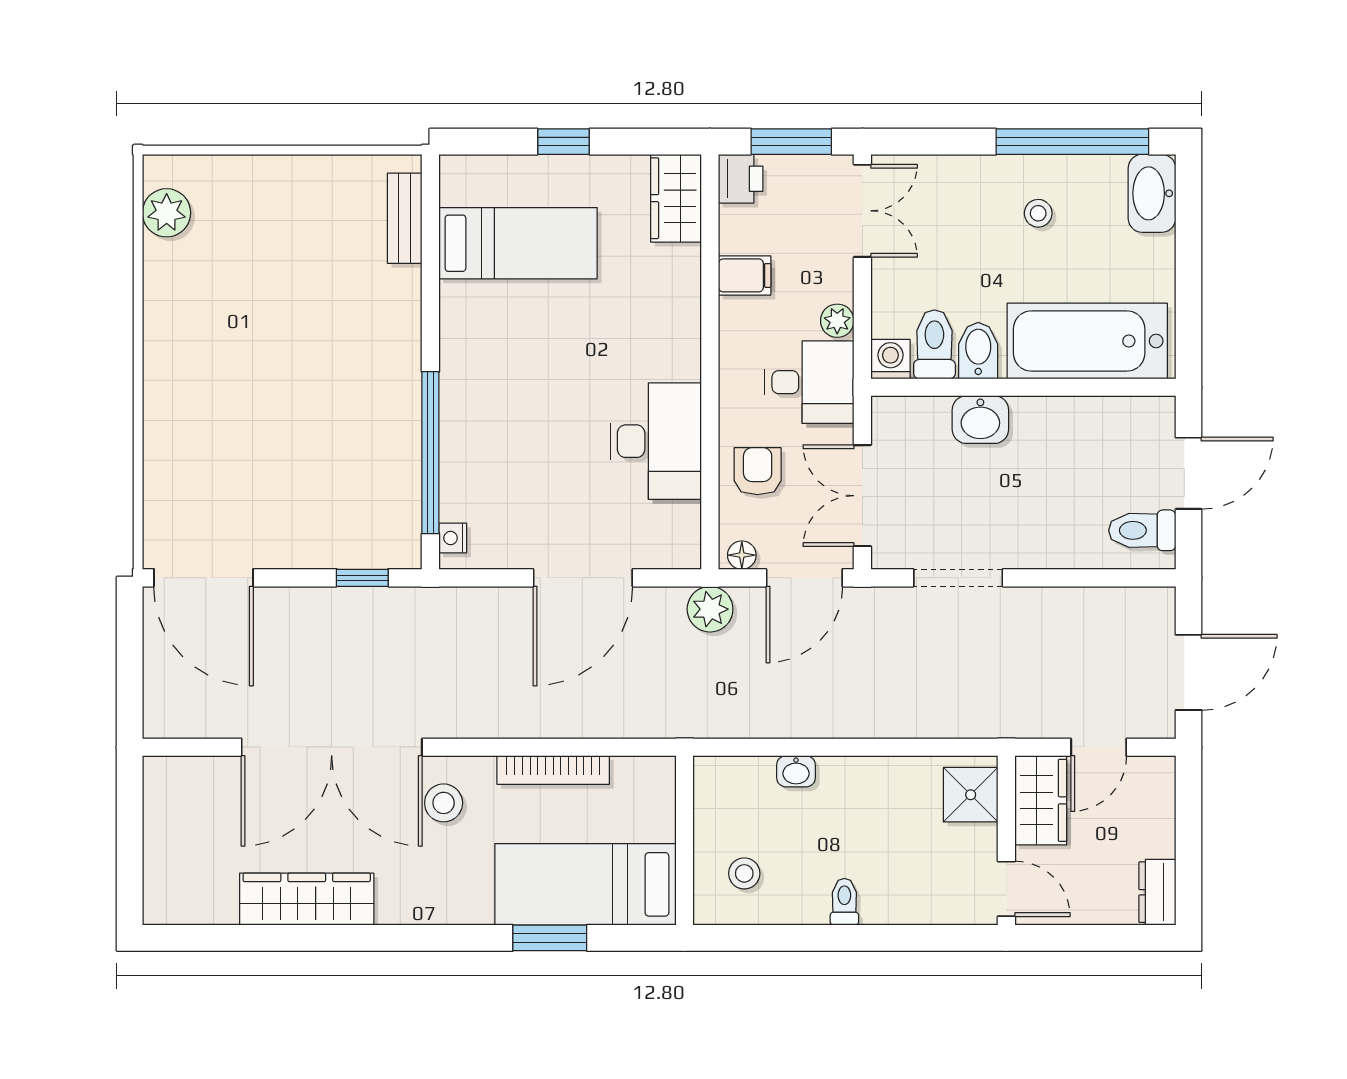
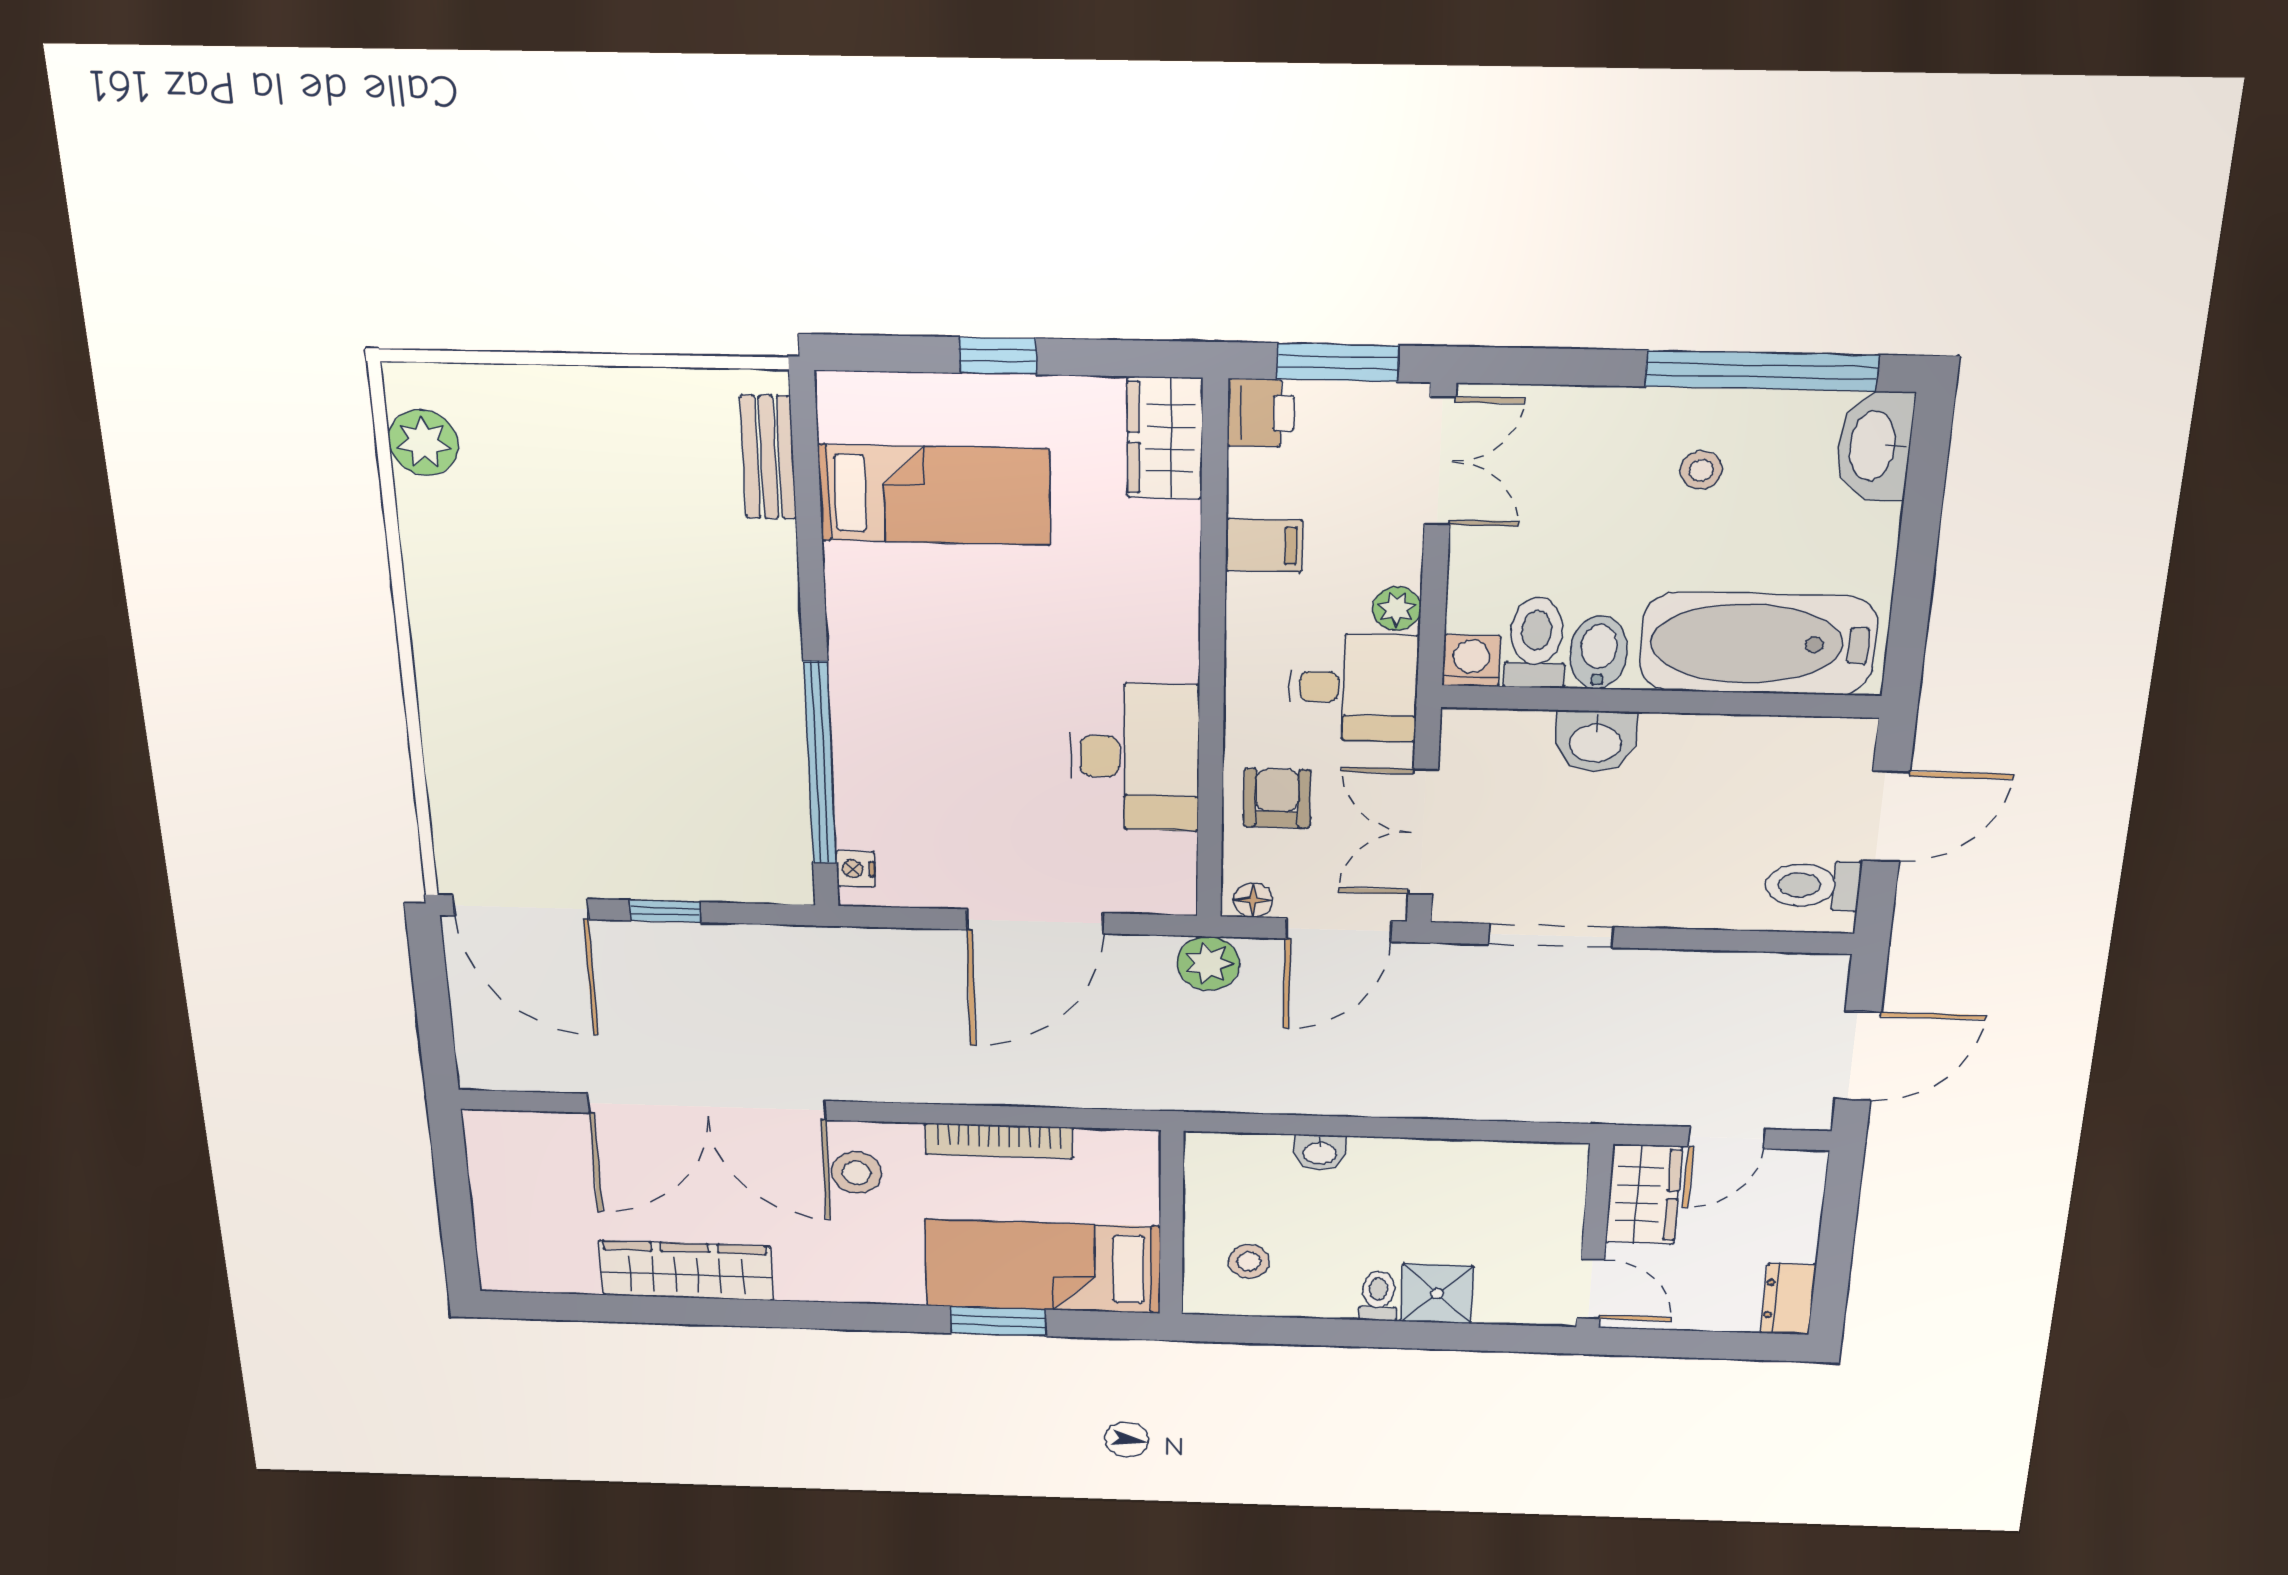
window: (362, 578) -> (665, 911), moved
shower: (971, 795) -> (1437, 1294), moved

